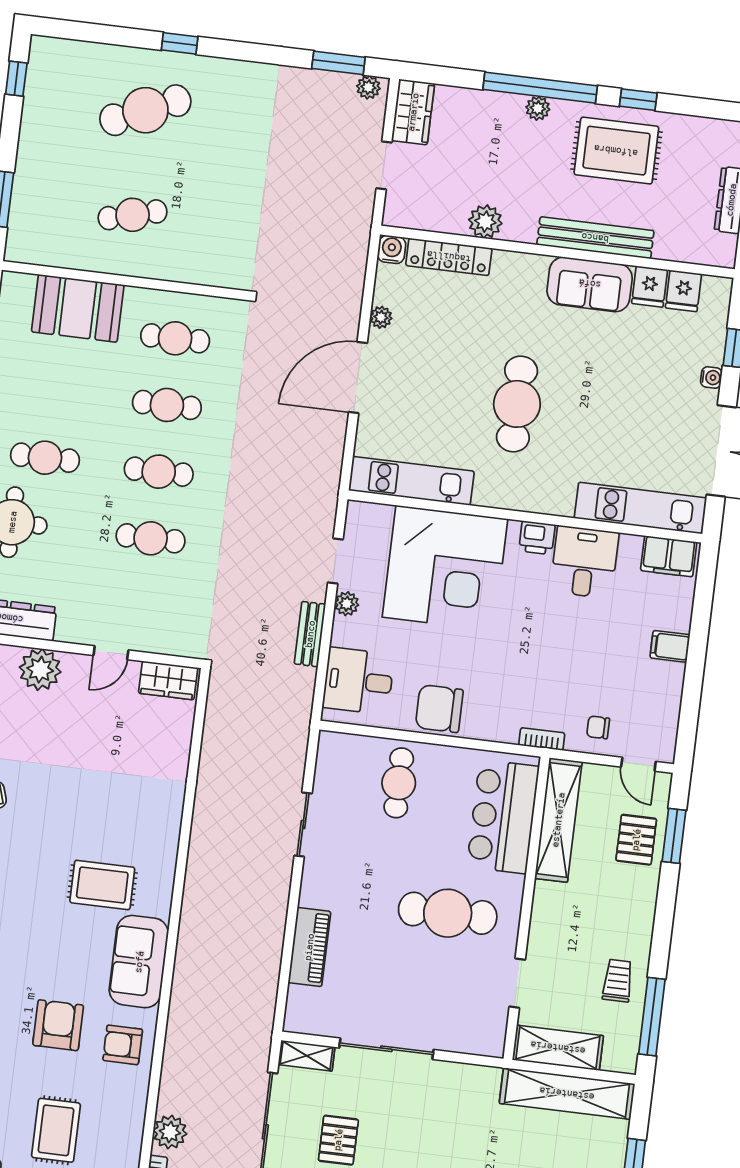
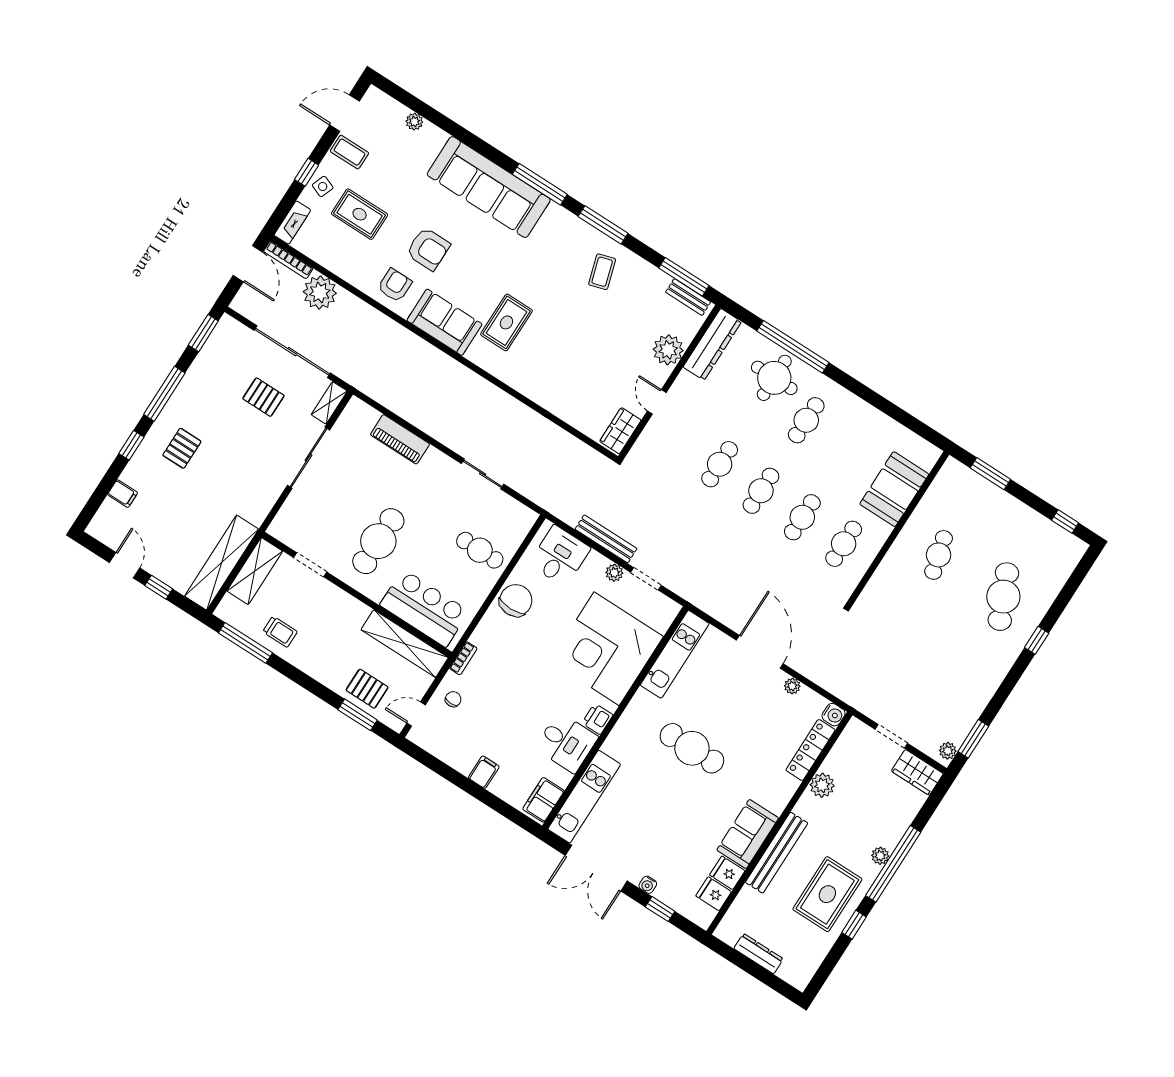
bench: (310, 634) -> (606, 539), width x1.36
plant: (170, 1132) -> (320, 293), width x1.36, depth x1.36

